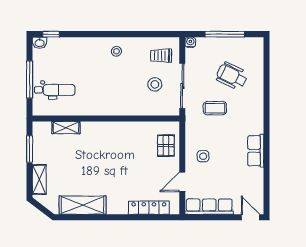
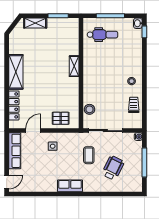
trolley: (161, 56) -> (134, 105), moved
stool: (155, 84) -> (89, 109), moved
dental chair: (55, 90) -> (102, 35), turned -90
shelving: (66, 128) -> (74, 66), moved
row of seats: (256, 151) -> (70, 186), moved
door: (182, 182) -> (33, 131), hinge flipped
shelving: (83, 205) -> (16, 72), moved

